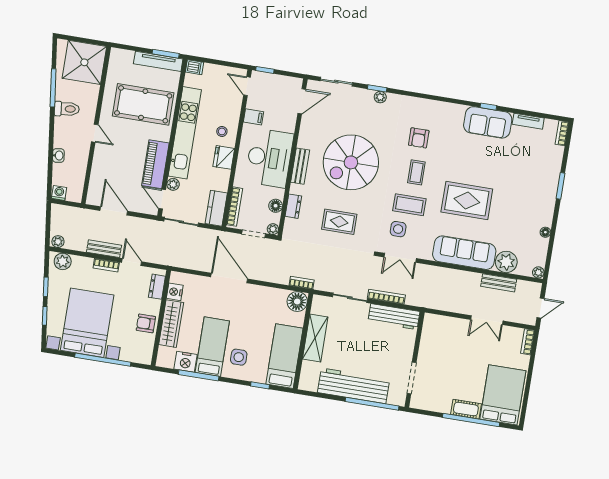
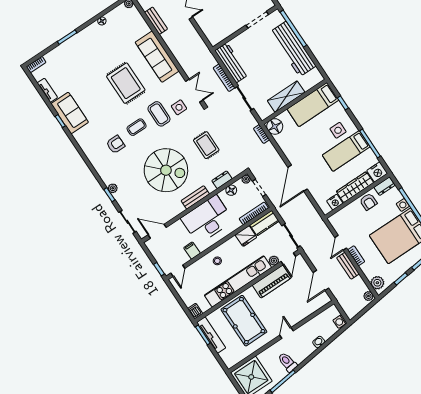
fridge: (224, 157) -> (246, 236), moved
plant: (506, 262) -> (140, 28), removed
dresser: (157, 287) -> (384, 186), moved
nightstand: (185, 362) -> (377, 172), moved, turned 90

